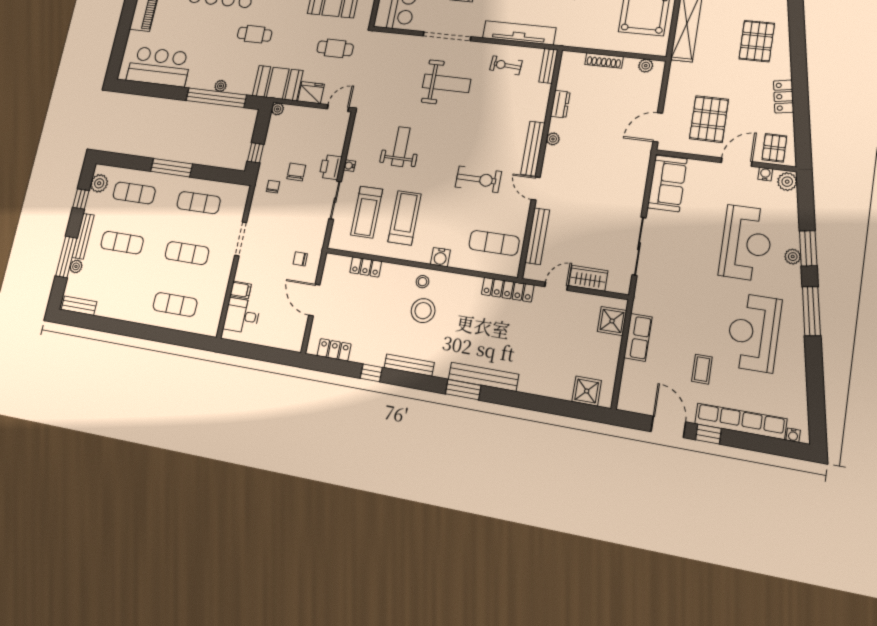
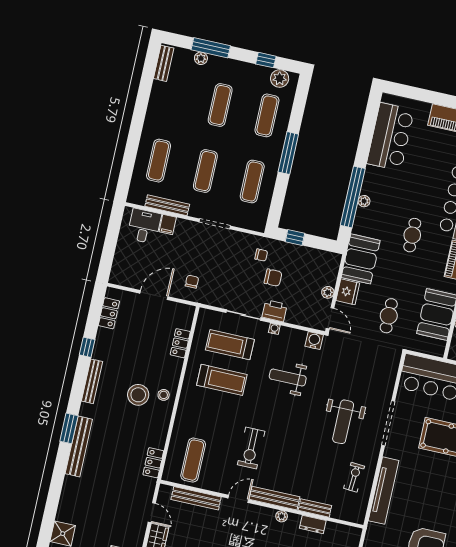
bench: (548, 66) -> (315, 508), moved
plant: (278, 109) -> (328, 292), moved
weight bench: (401, 147) -> (288, 378), turned 180
bench: (83, 236) -> (167, 205), moved
water cooler: (440, 257) -> (314, 341), moved, turned 90
locker: (508, 290) -> (153, 463), width x0.66

